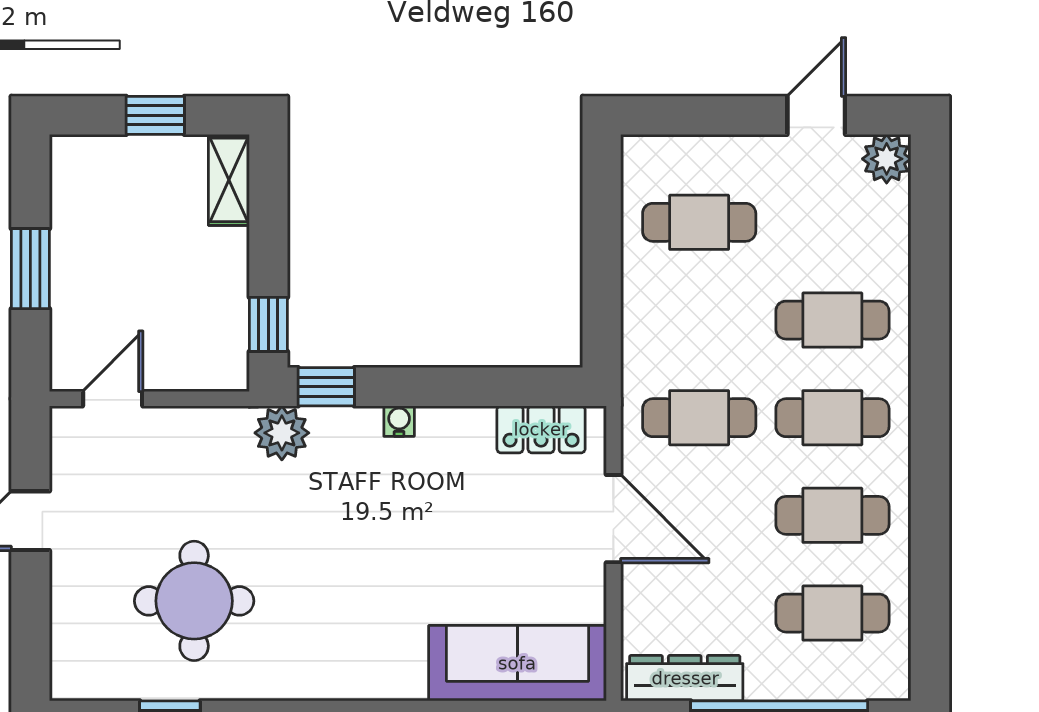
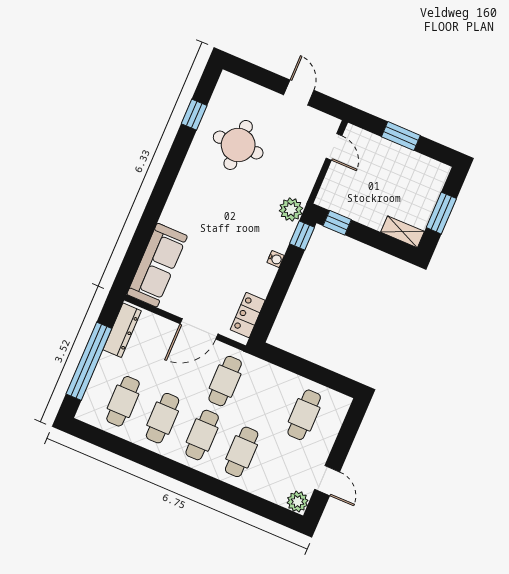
window: (155, 115) -> (441, 213), width x1.50

